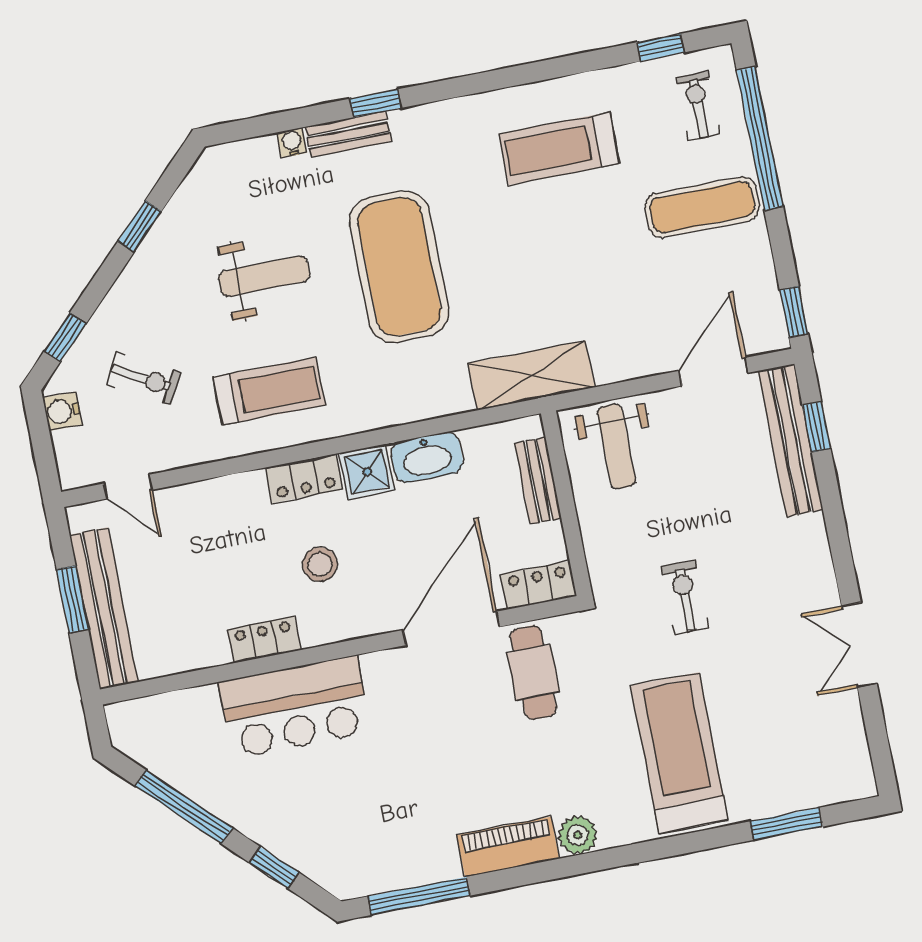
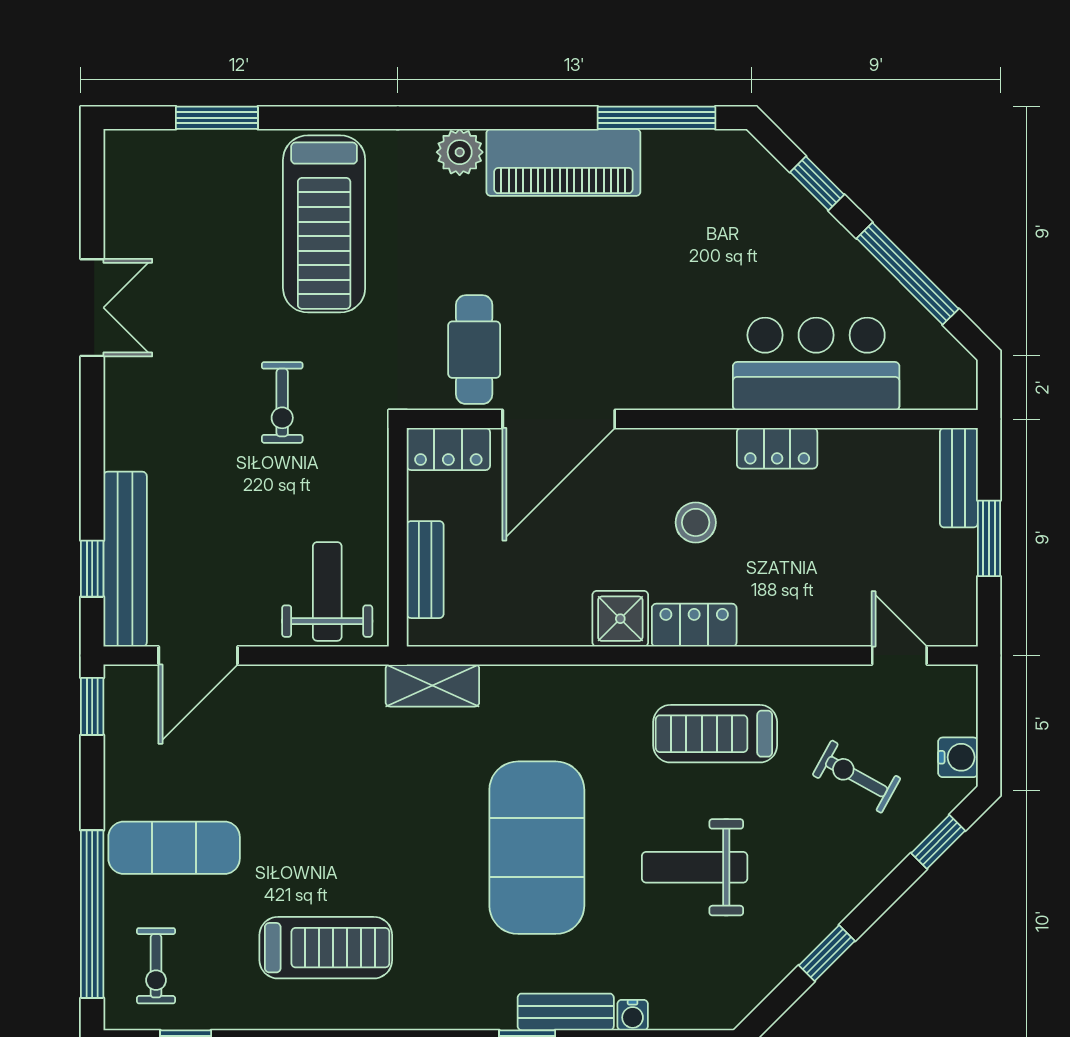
shelving: (531, 375) -> (432, 685), width x0.67, depth x0.75
washbasin: (427, 457) -> (548, 622), removed
bench: (104, 608) -> (959, 478), width x0.54, depth x0.82
bar counter: (295, 707) -> (816, 364), moved
piano: (508, 847) -> (563, 162), width x1.37, depth x1.33

